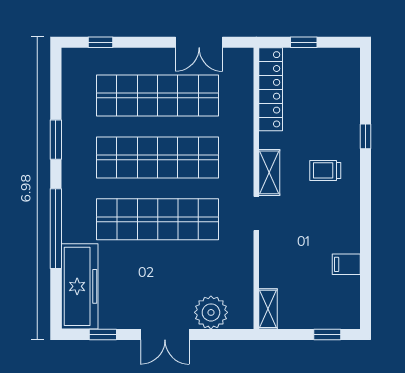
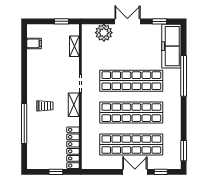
double door: (199, 42) -> (135, 172), moved
window: (366, 136) -> (24, 123), width x3.17
window: (56, 140) -> (184, 151), moved
filing cabinet: (346, 264) -> (34, 43), moved
shelving: (268, 309) -> (74, 46), moved
window: (327, 335) -> (61, 21), moved

